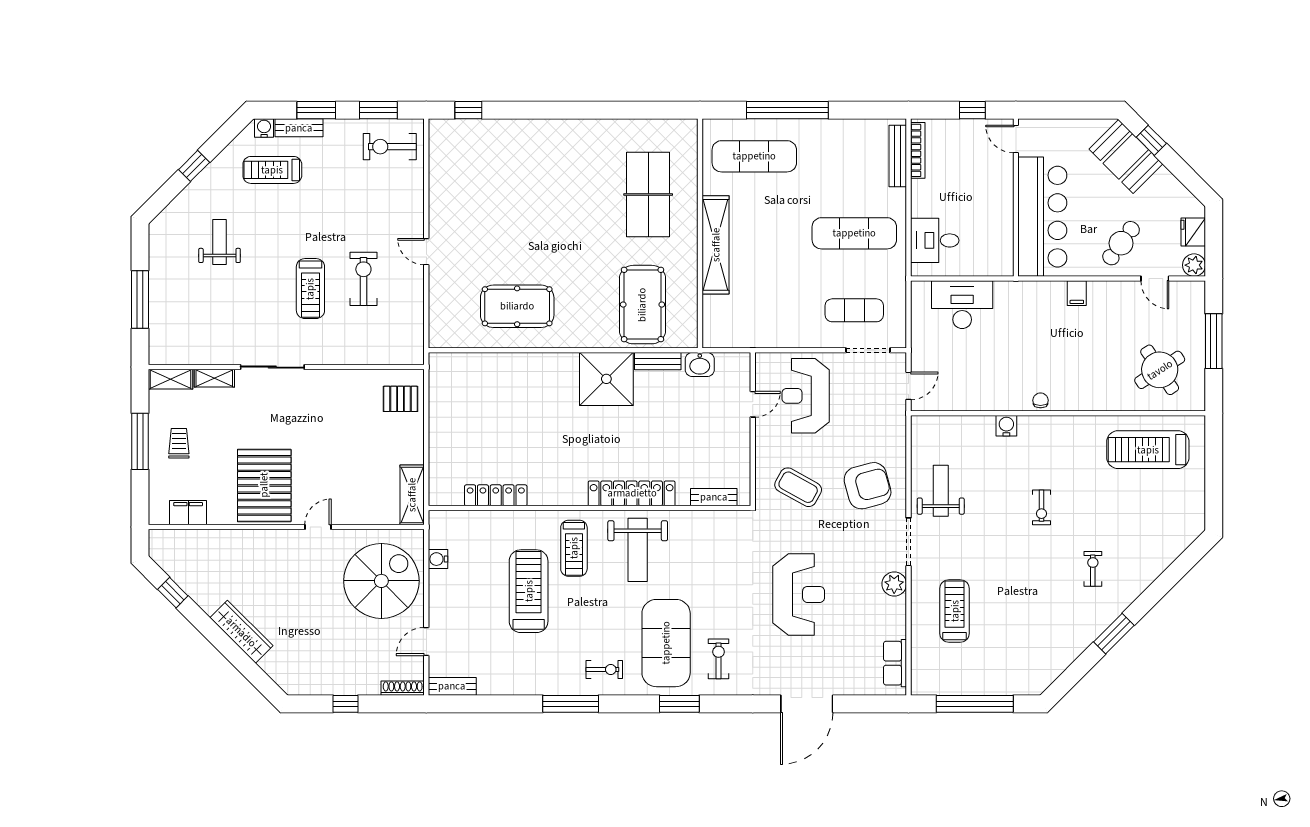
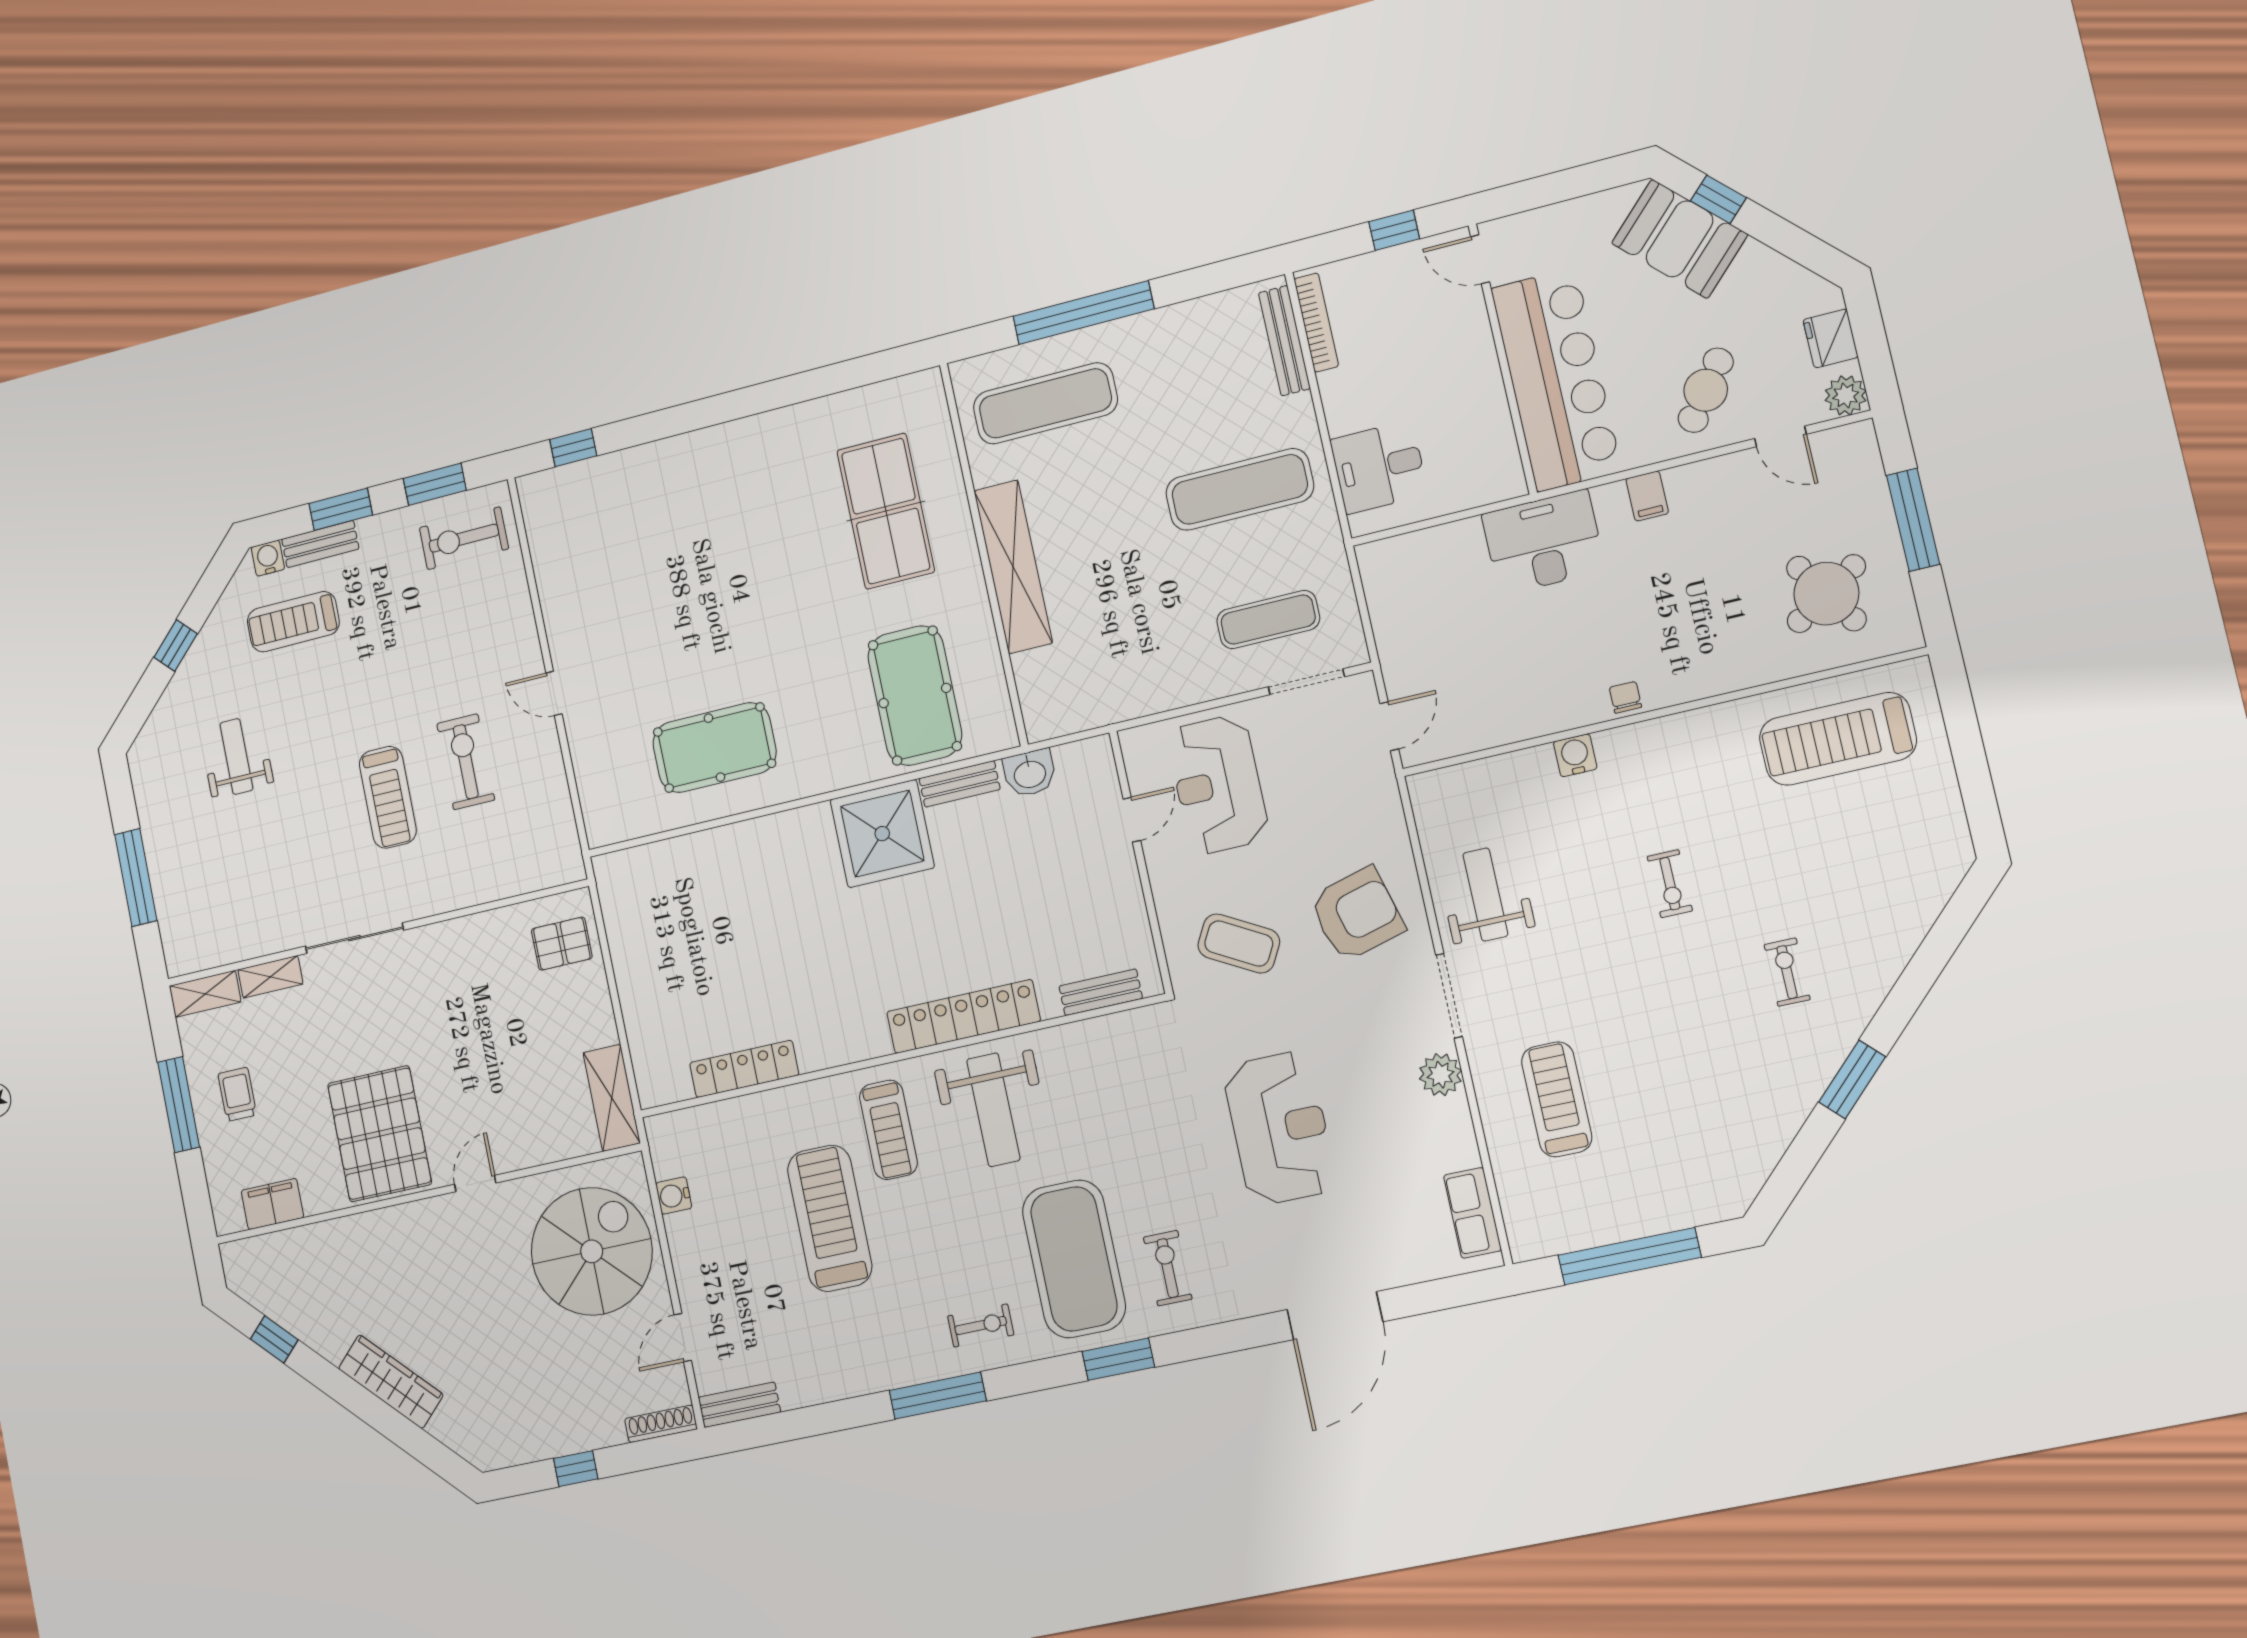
desk: (962, 305) -> (1543, 542), moved

